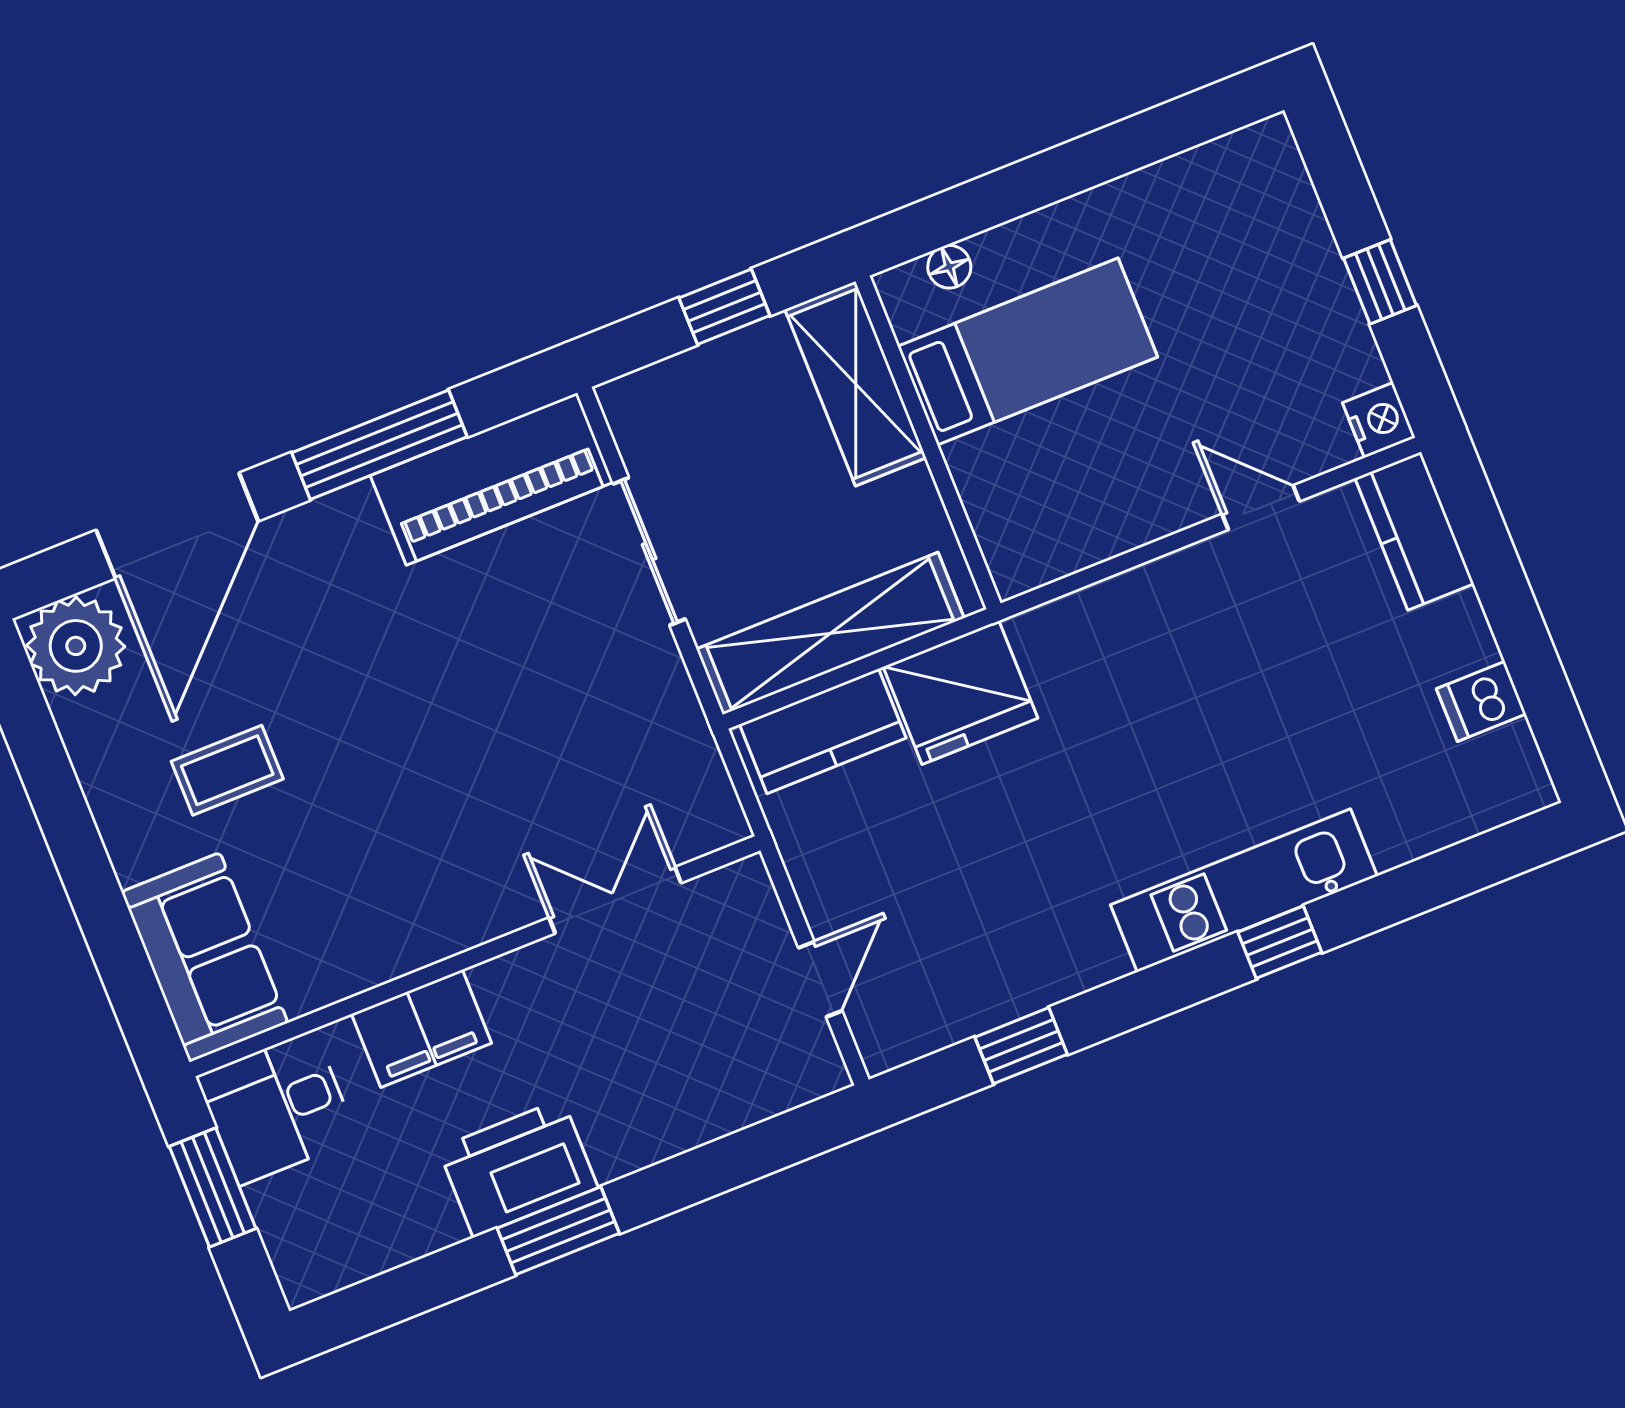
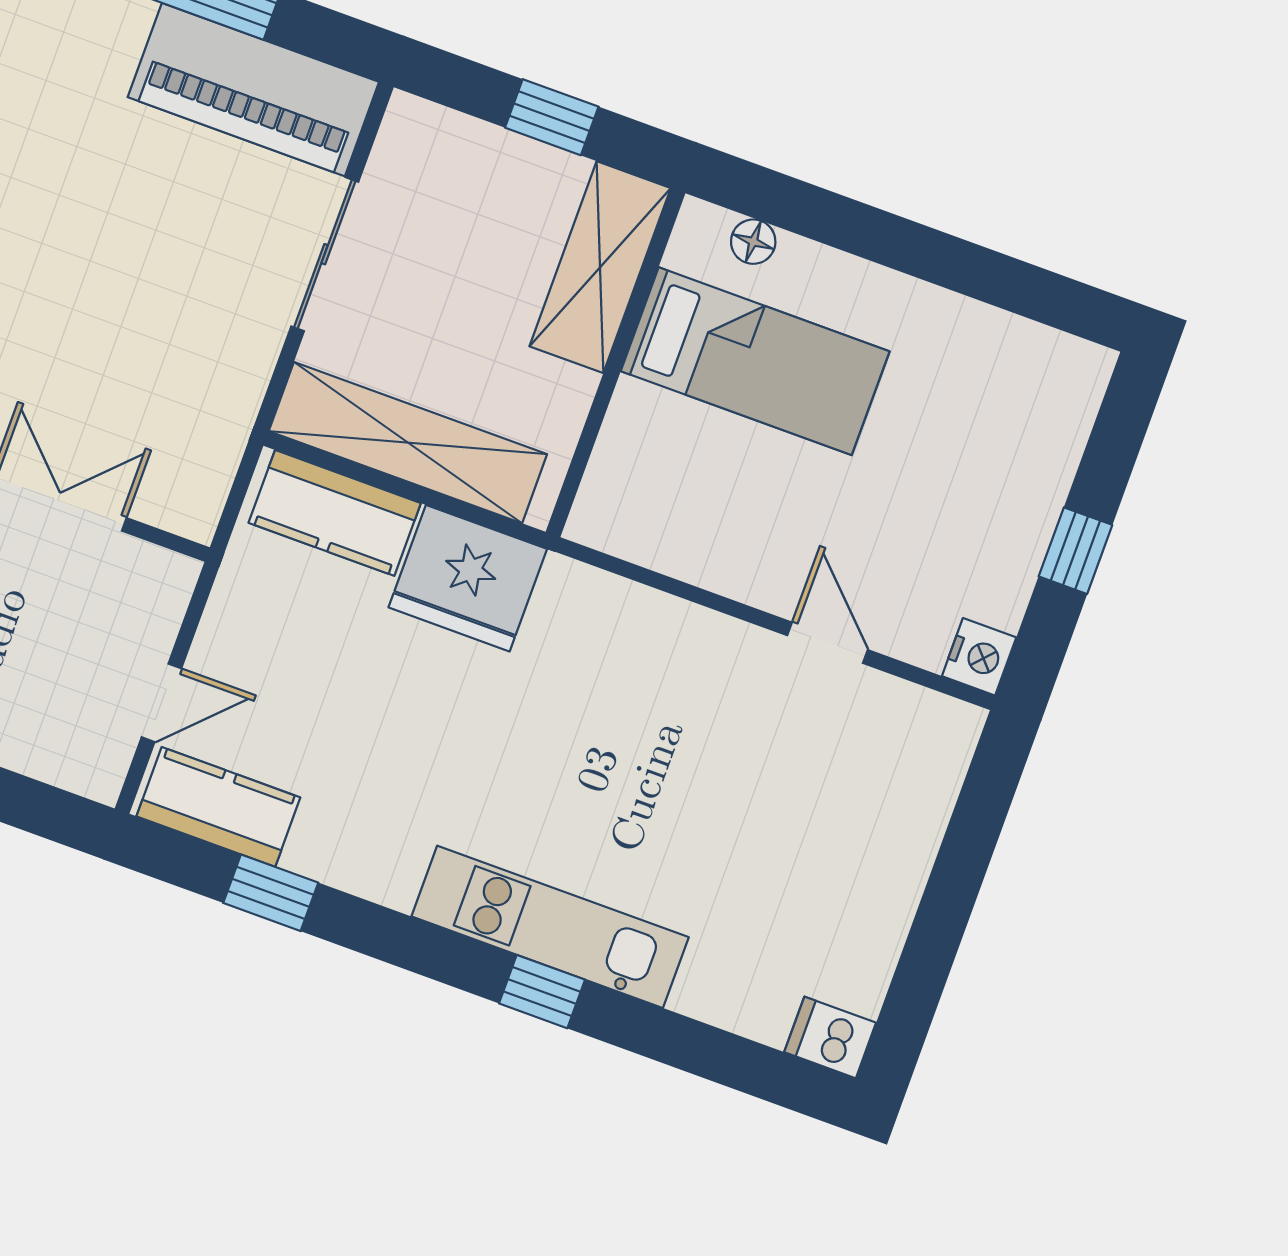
kitchen counter: (1414, 531) -> (218, 807), moved, turned 90
dishwasher: (1481, 701) -> (830, 1037), moved

